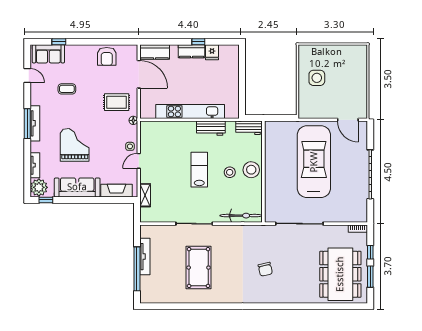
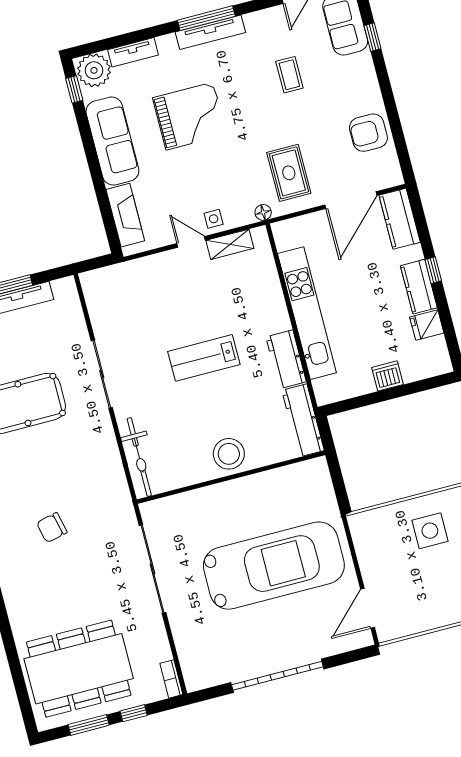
window: (198, 42) -> (433, 270), moved
dishwasher: (233, 79) -> (387, 376), added
workbench: (249, 128) -> (303, 420), width x1.37
lab bench: (199, 170) -> (204, 358), turned 180
stool: (230, 172) -> (214, 415), removed
shelving: (145, 195) -> (230, 244), moved

